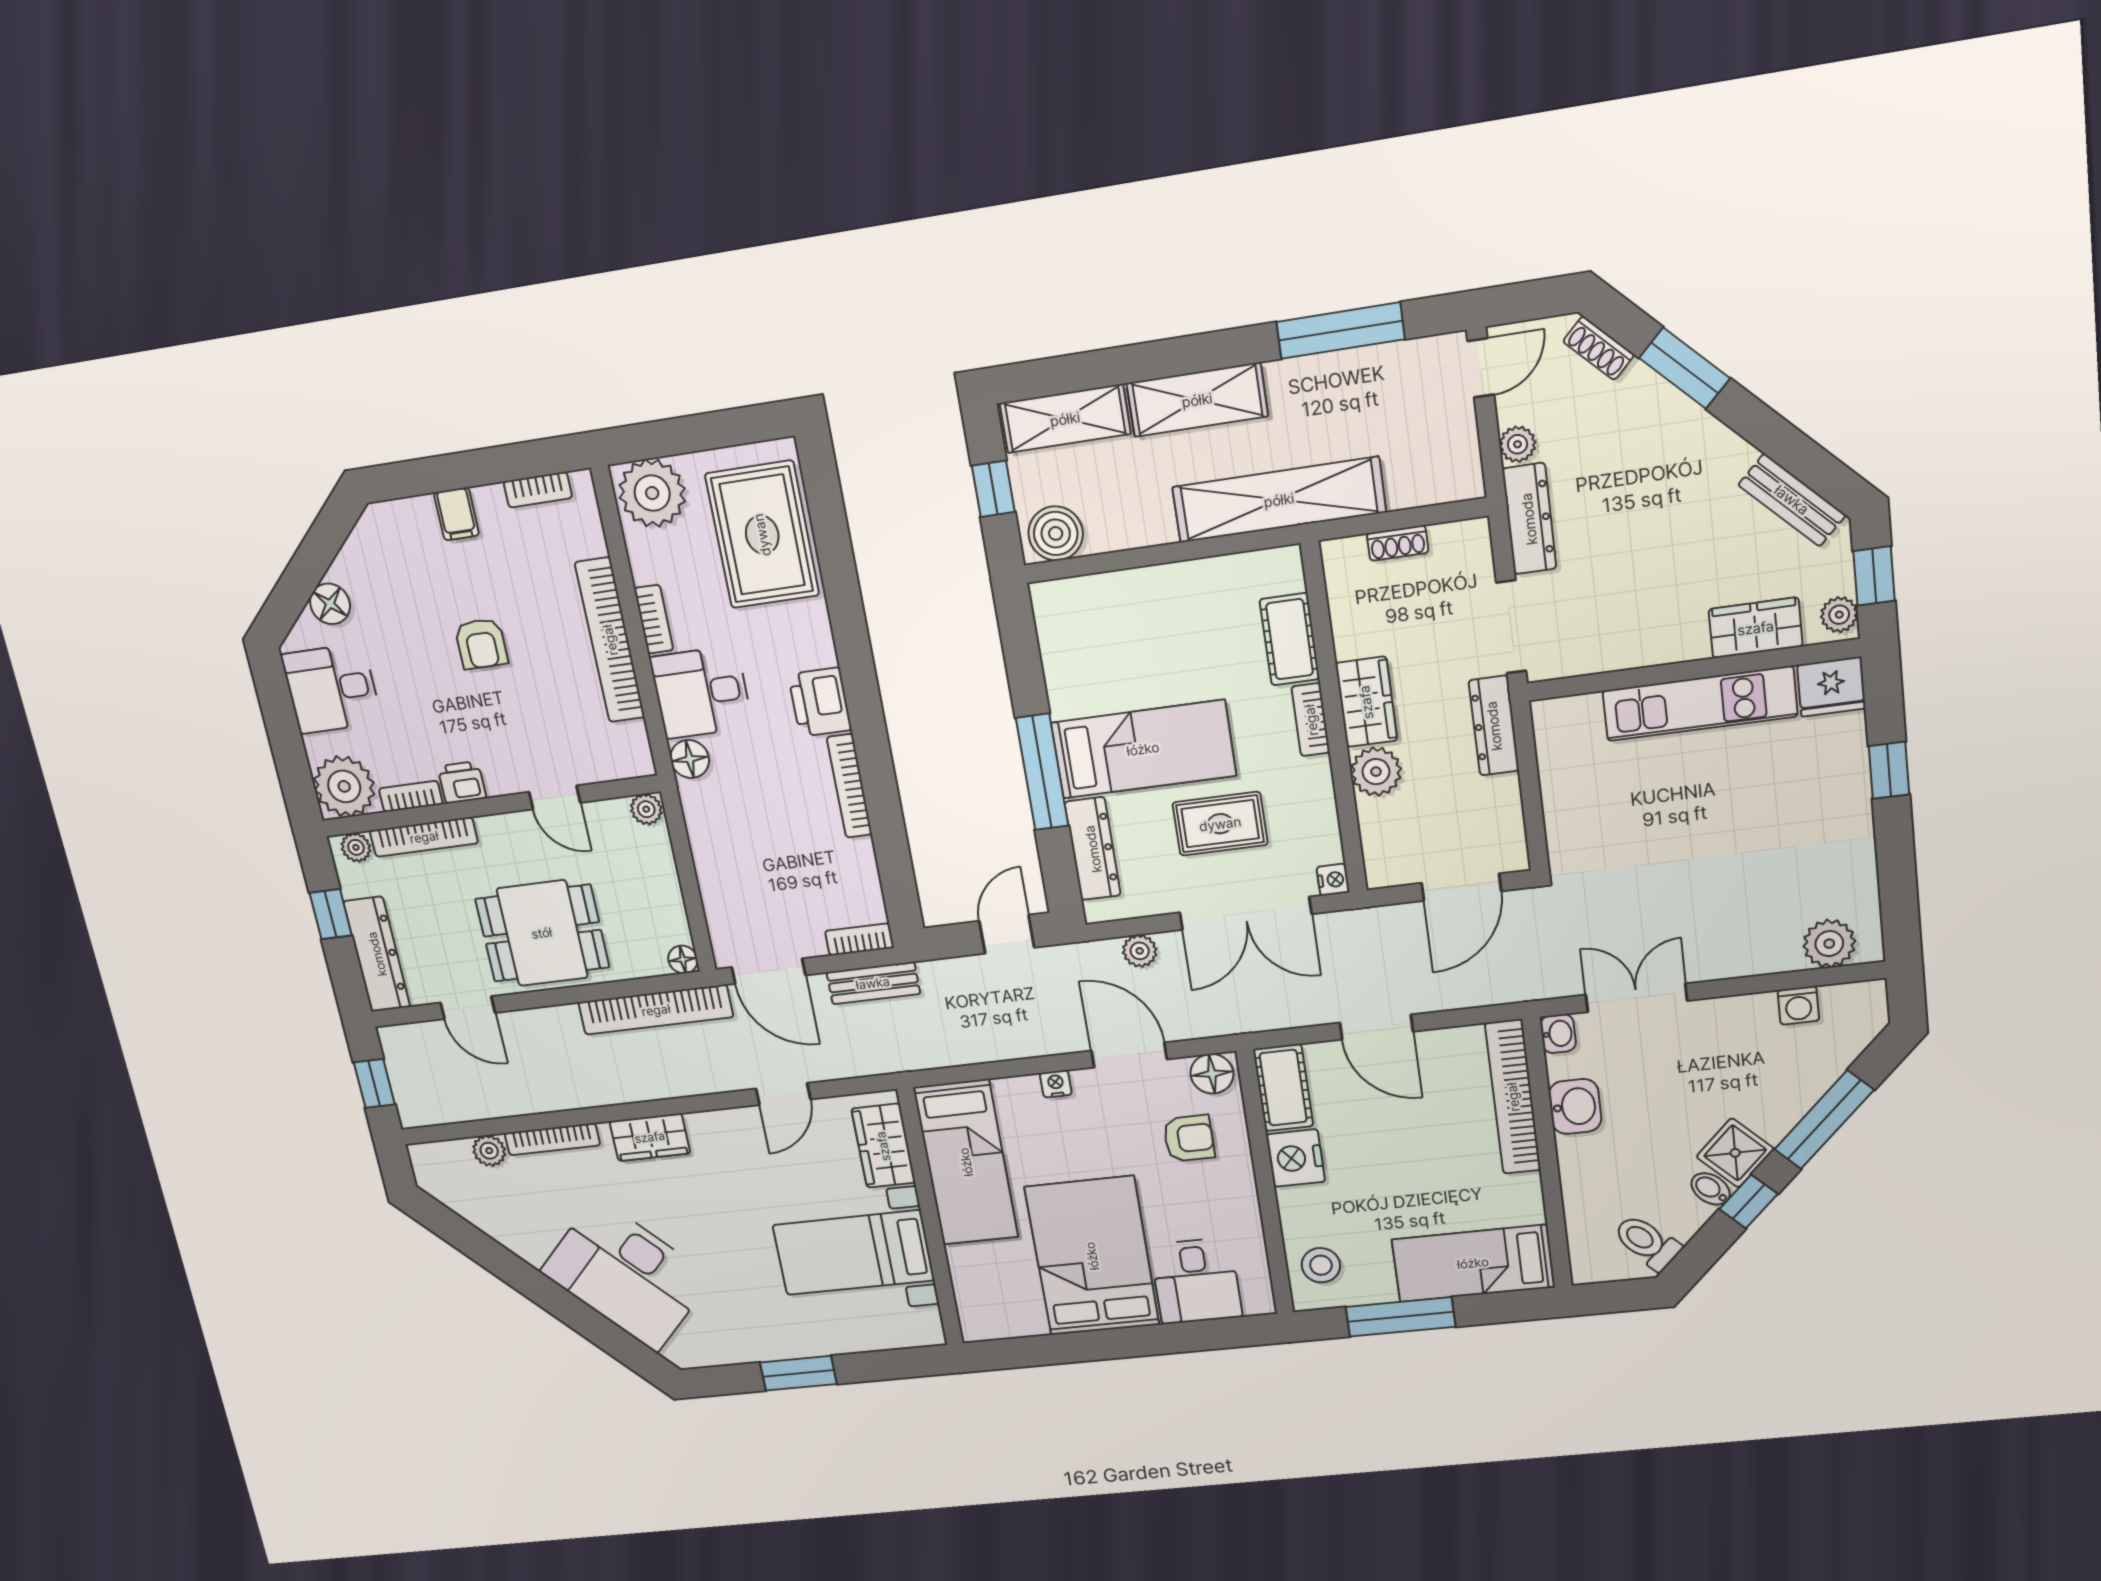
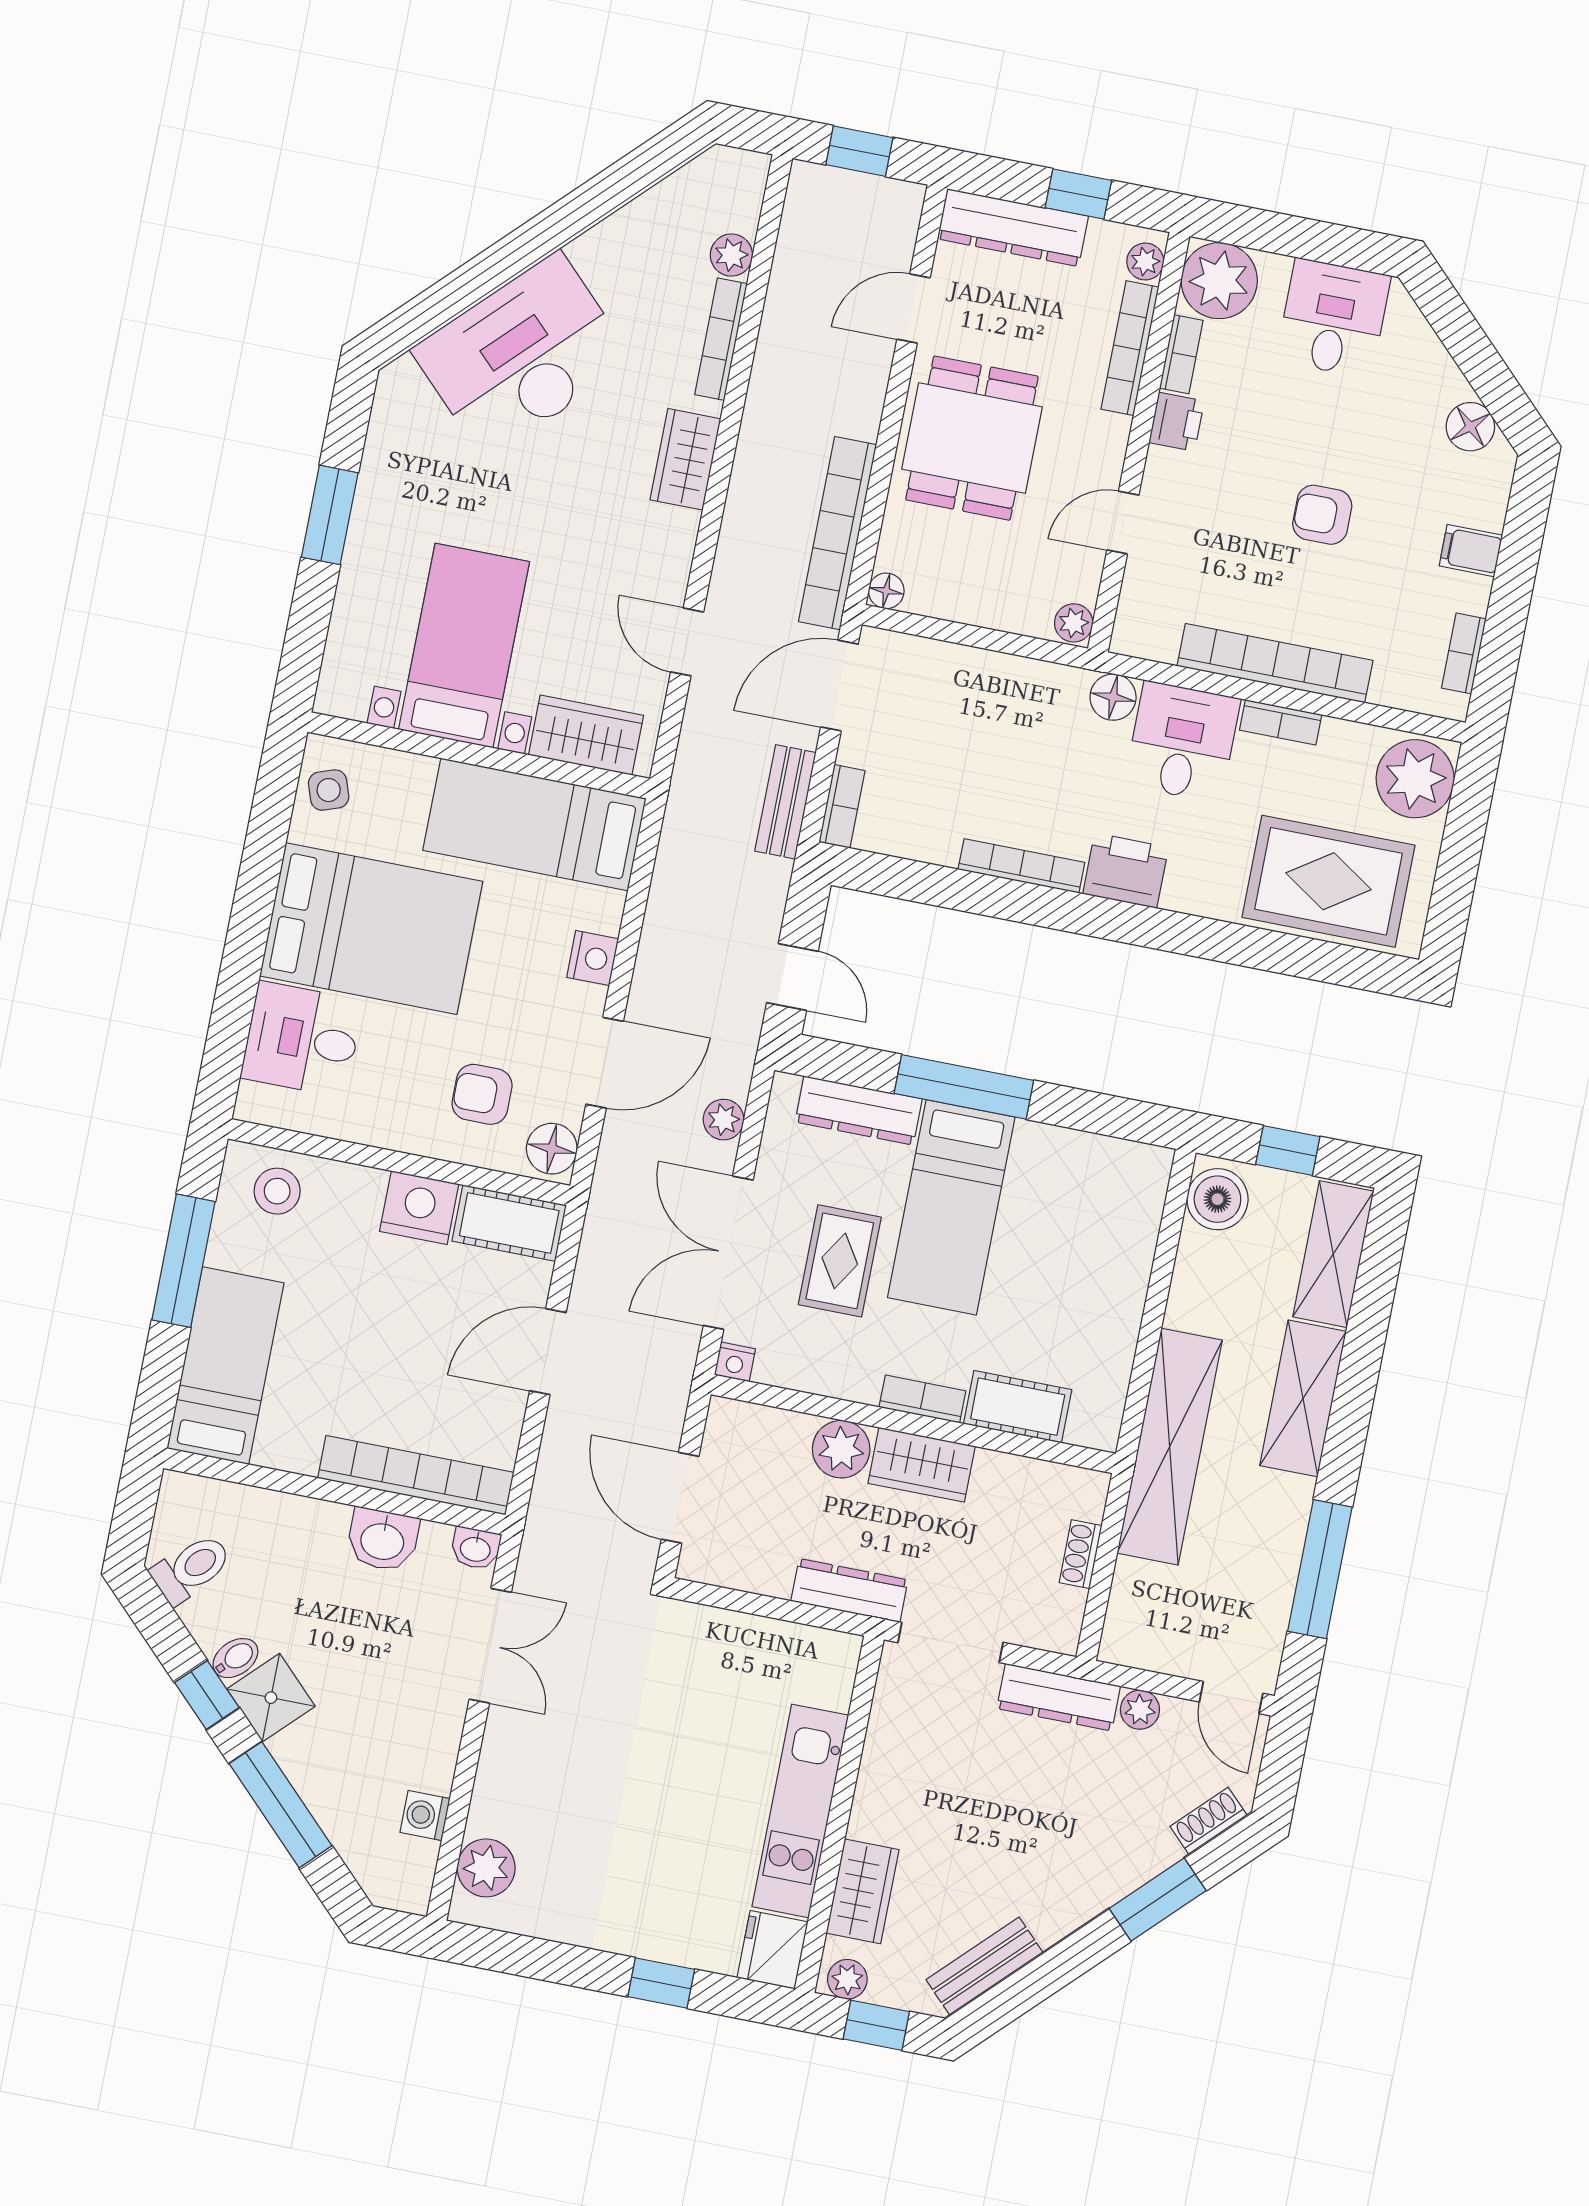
floor lamp: (330, 604) -> (1470, 427), moved
nightstand: (1056, 1084) -> (593, 958), width x1.39, depth x1.35
armchair: (1189, 1138) -> (482, 1094), turned 90
side table: (1000, 1316) -> (329, 790), added

